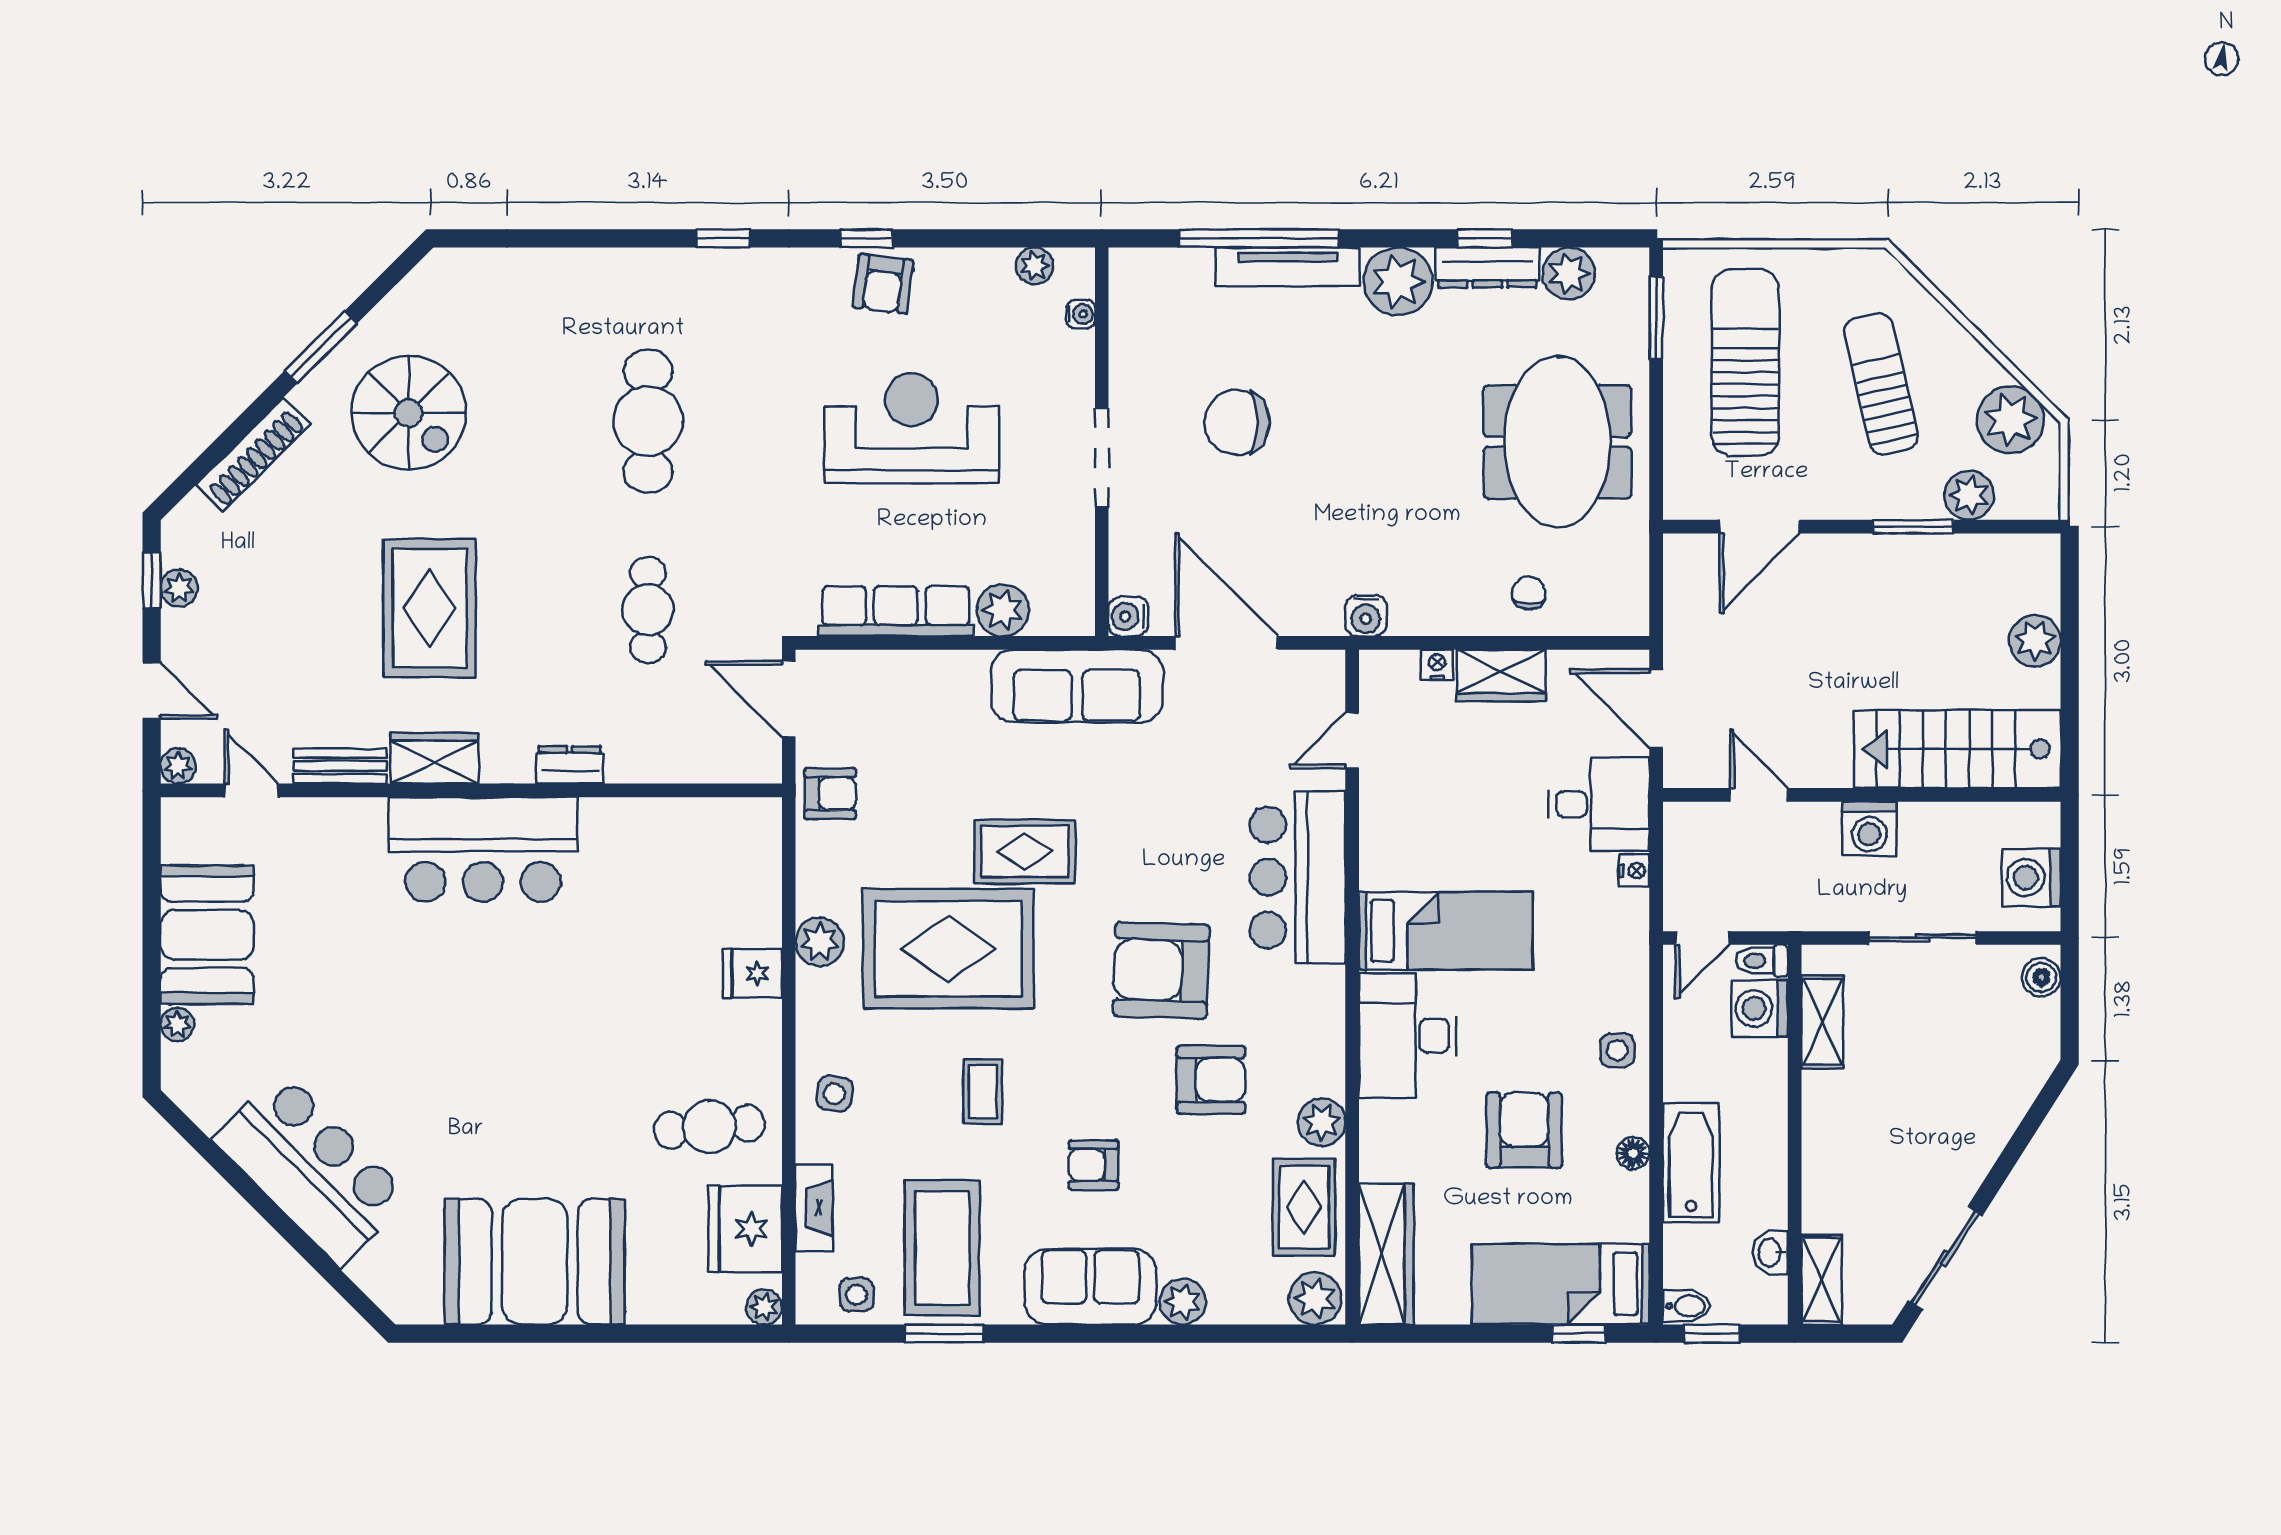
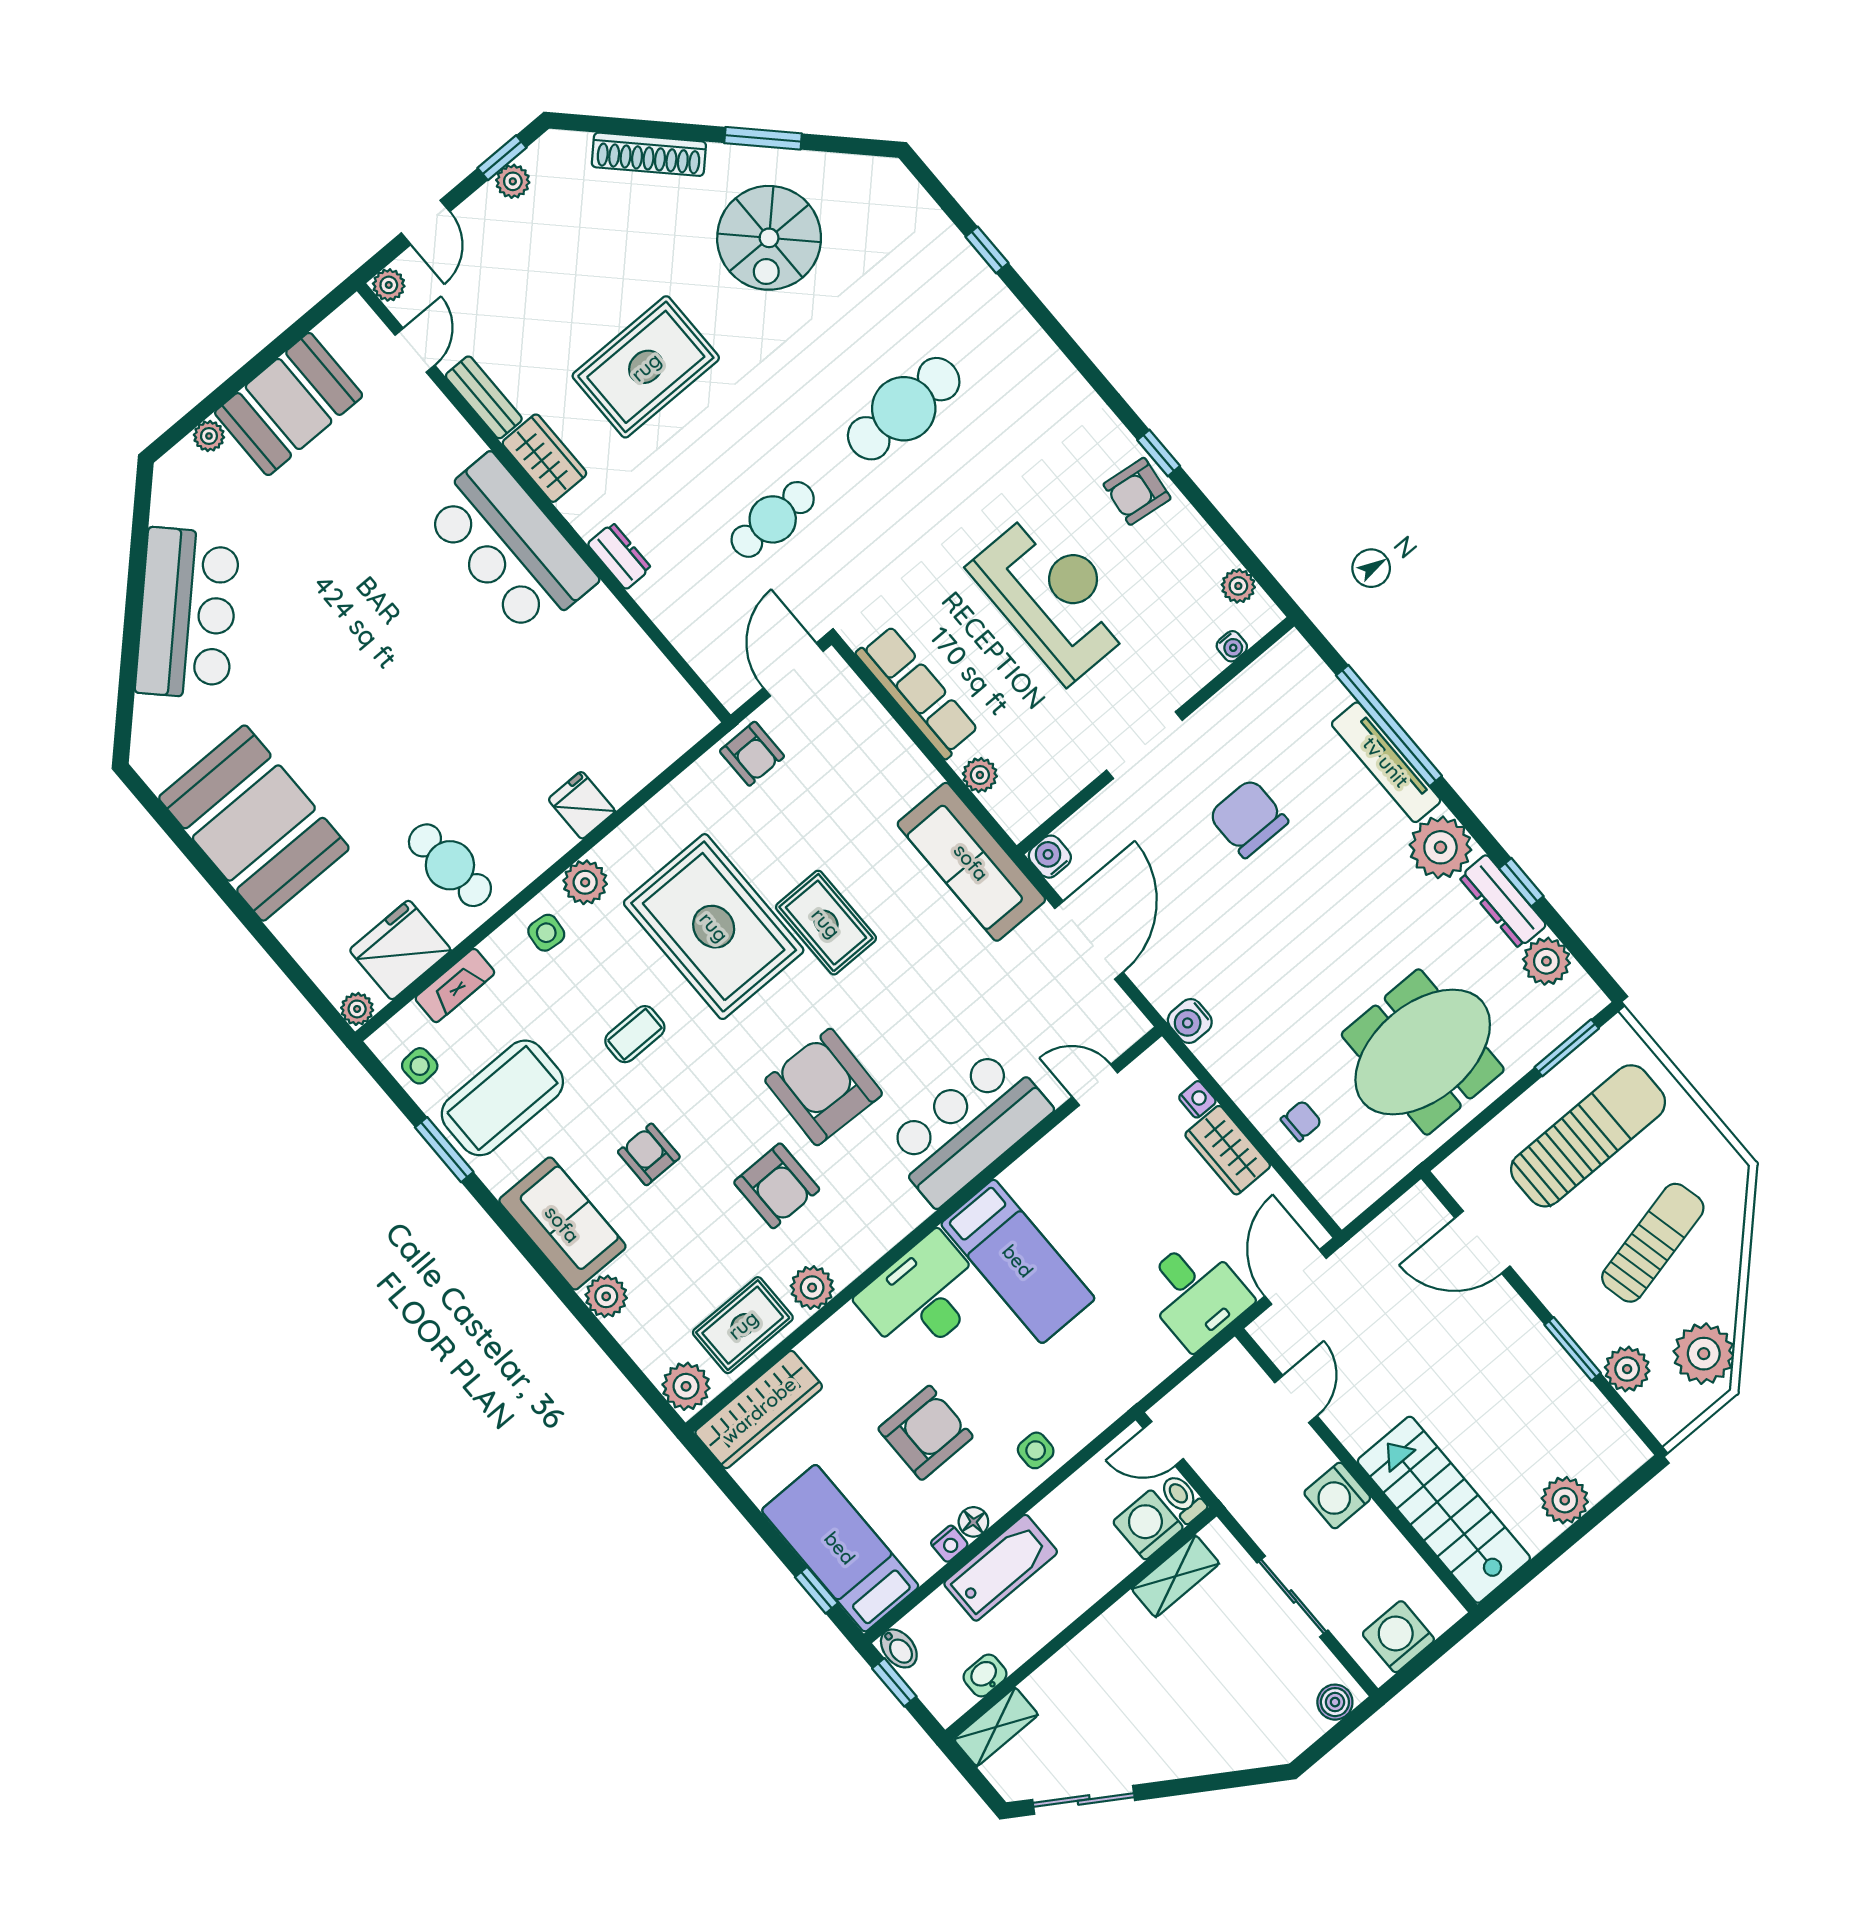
window: (723, 238) -> (987, 250), moved
plant: (1003, 610) -> (980, 775), width x0.73, depth x0.73
nightstand: (1634, 871) -> (949, 1544), moved
plant: (820, 942) -> (585, 882), moved

